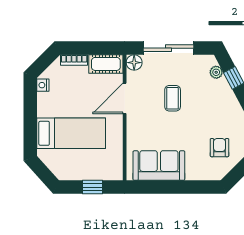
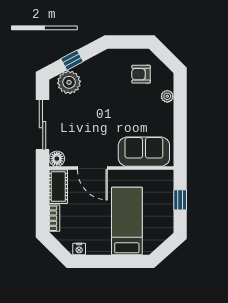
plant: (216, 72) -> (69, 82), width x1.88, depth x1.88
coffee table: (173, 98) -> (92, 121), removed
sofa: (159, 166) -> (144, 152), moved, turned 90
plant: (197, 174) -> (167, 96), added

